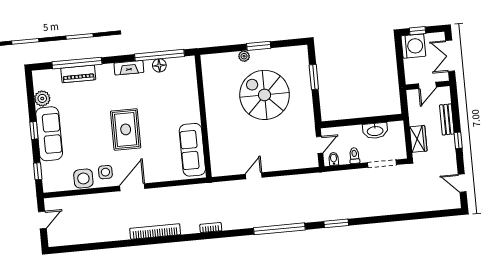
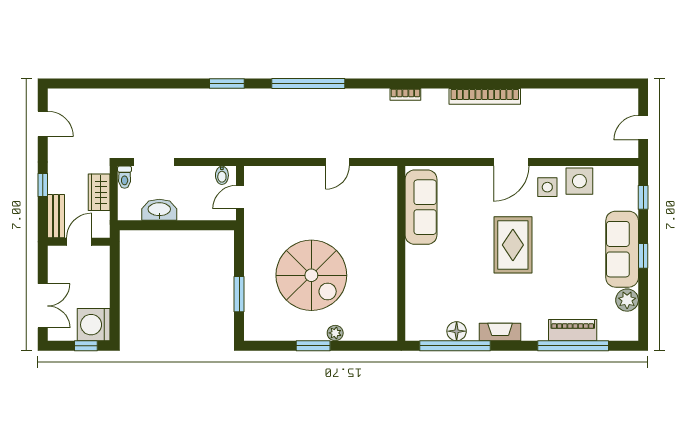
door: (427, 85) -> (79, 242), moved
wall: (428, 85) -> (79, 242), moved
toilet: (354, 156) -> (125, 177), moved

